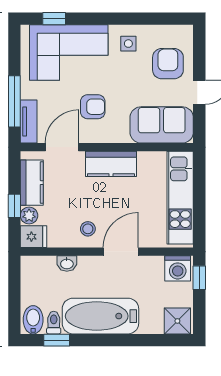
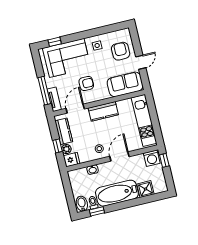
shower: (177, 321) -> (145, 189), moved

